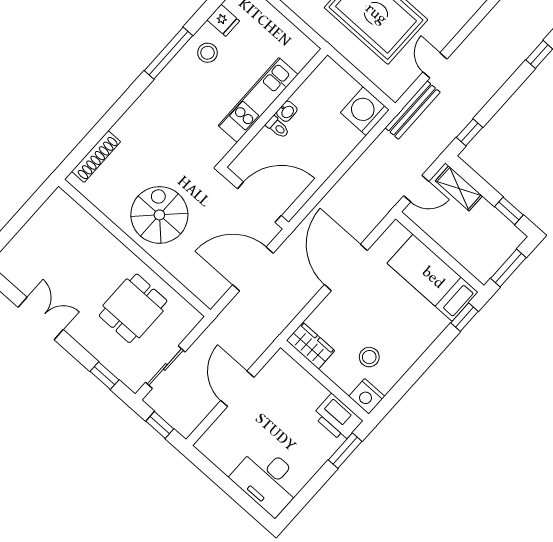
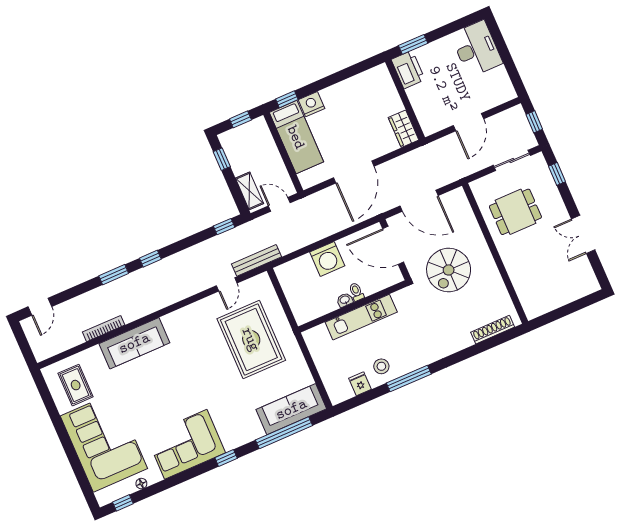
washing machine: (365, 111) -> (327, 259), moved
spiral stairs: (159, 215) -> (449, 270), moved
window: (508, 268) -> (240, 119), width x0.67
stool: (369, 357) -> (366, 102), removed
nightstand: (367, 396) -> (311, 104), moved, turned -90

